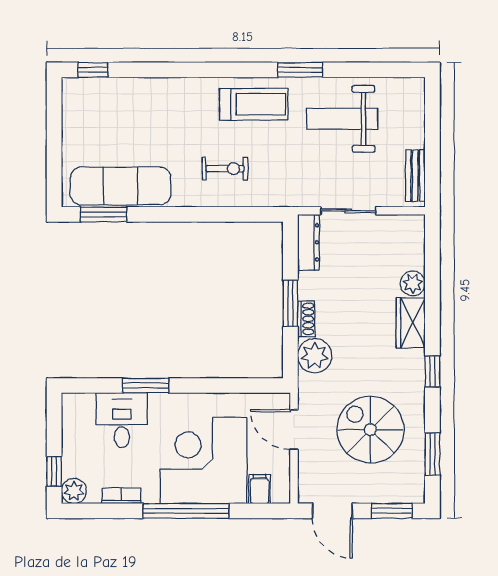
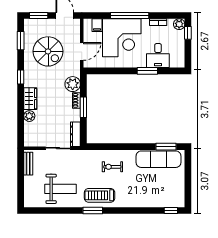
window: (300, 70) -> (93, 210), moved
door: (294, 430) -> (82, 51), hinge flipped

